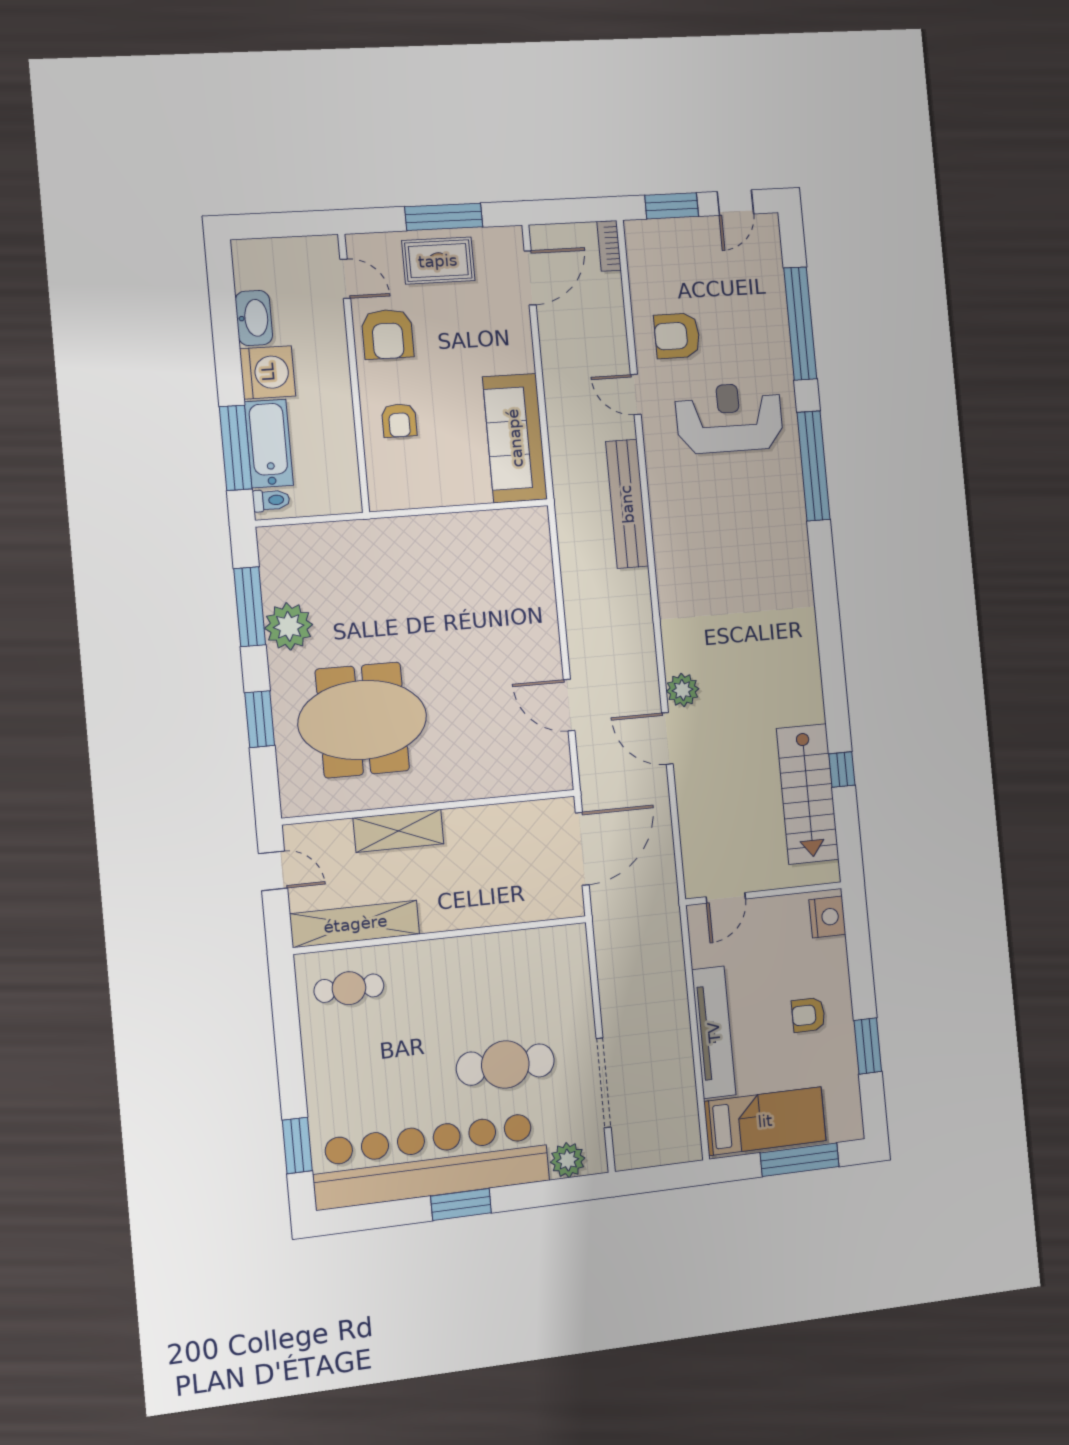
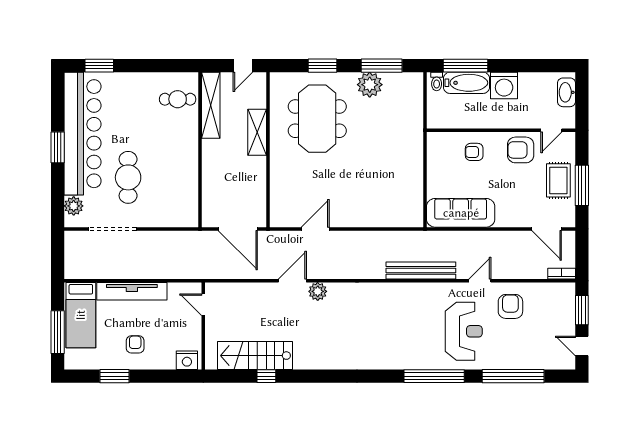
washbasin: (254, 318) -> (566, 92), moved, turned 90
cafe table: (349, 988) -> (178, 99), turned 90

